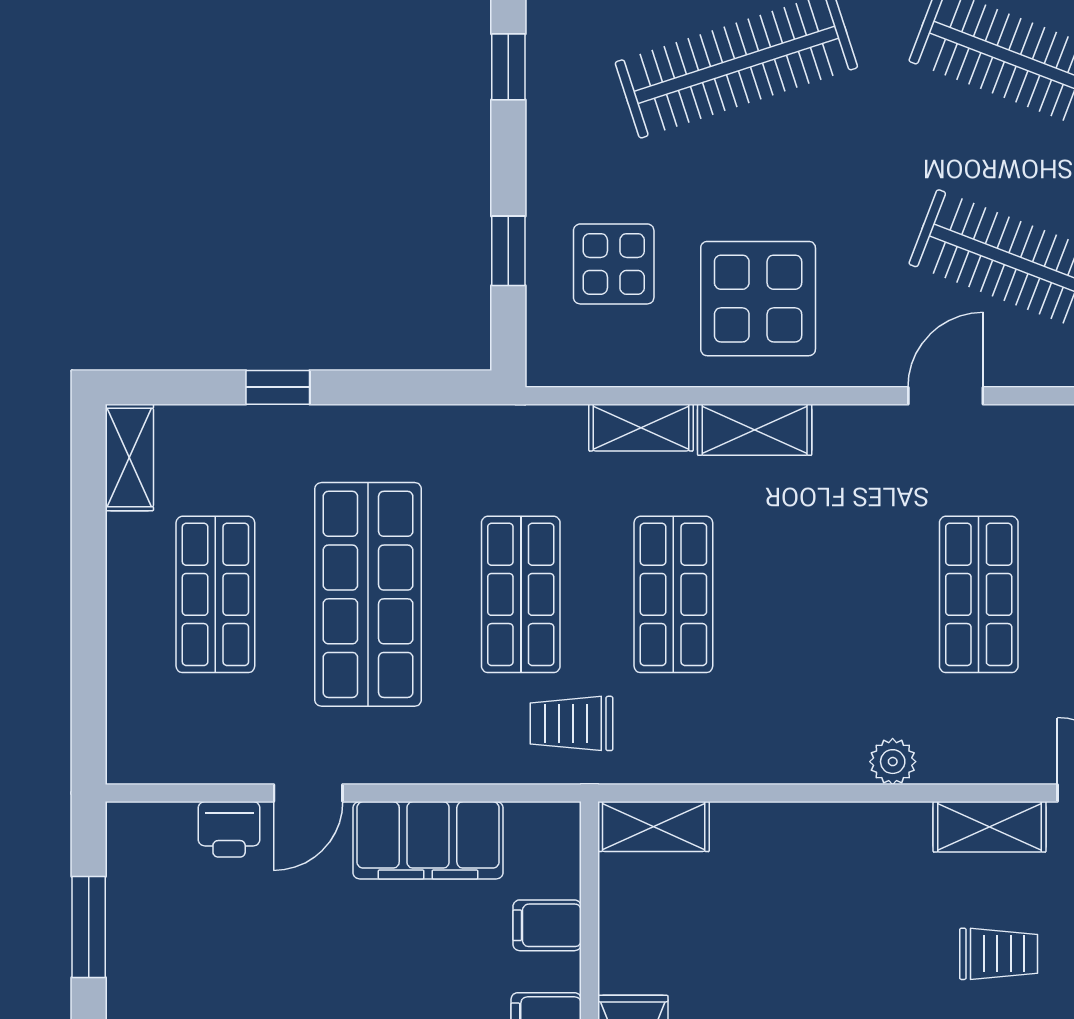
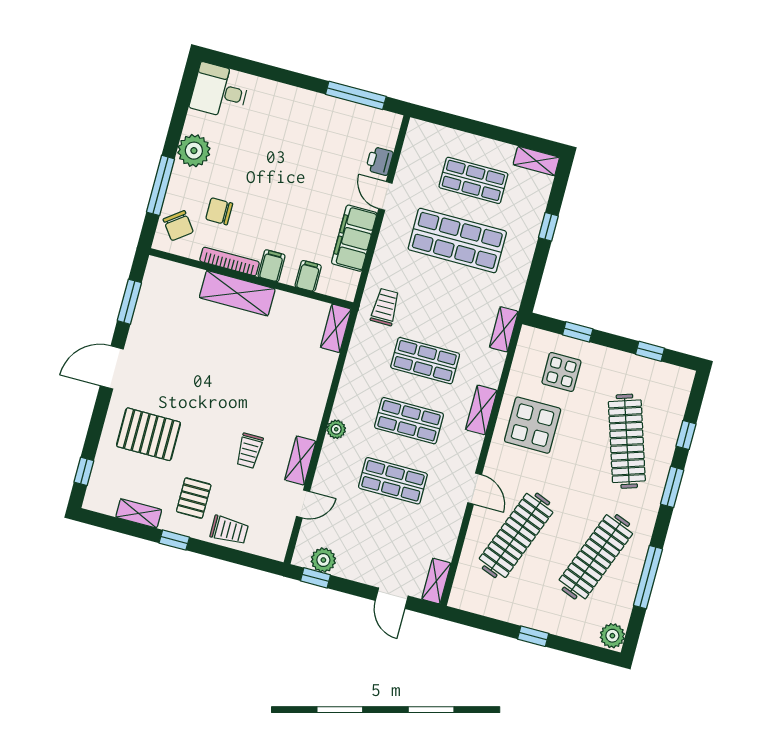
shelving: (641, 428) -> (504, 329), moved
shop shelf: (521, 594) -> (409, 421), moved
window: (89, 927) -> (356, 95), width x1.44

